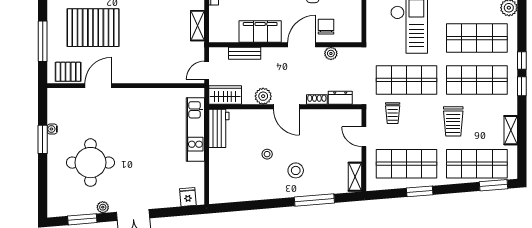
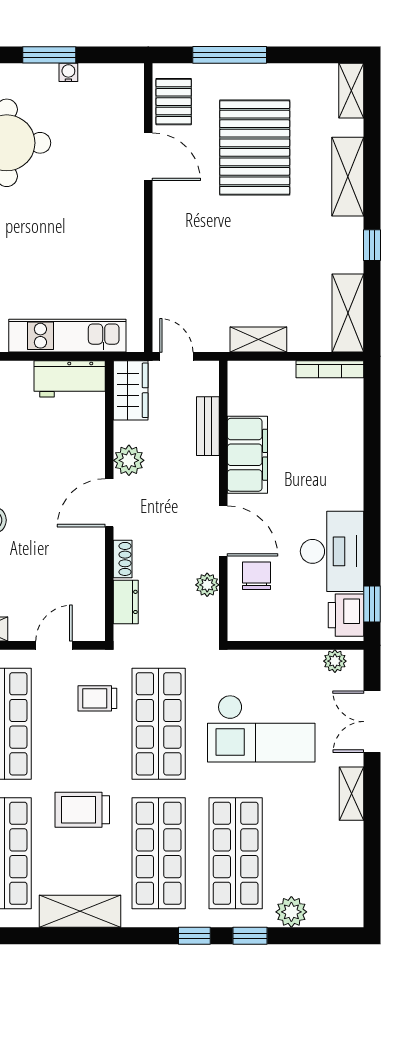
chair: (326, 27) -> (257, 576), turned -90
window: (522, 86) -> (250, 936), moved
shelving: (511, 130) -> (80, 911), width x1.50, depth x1.33
stool: (267, 154) -> (22, 467), removed

